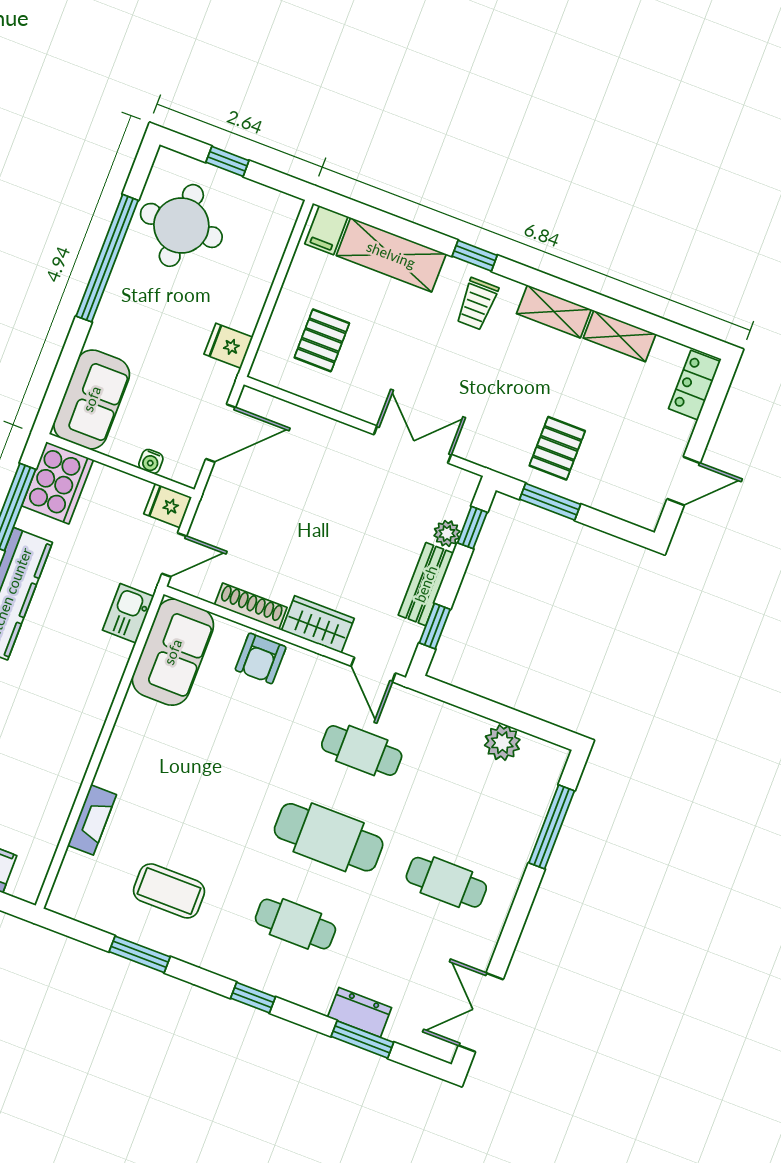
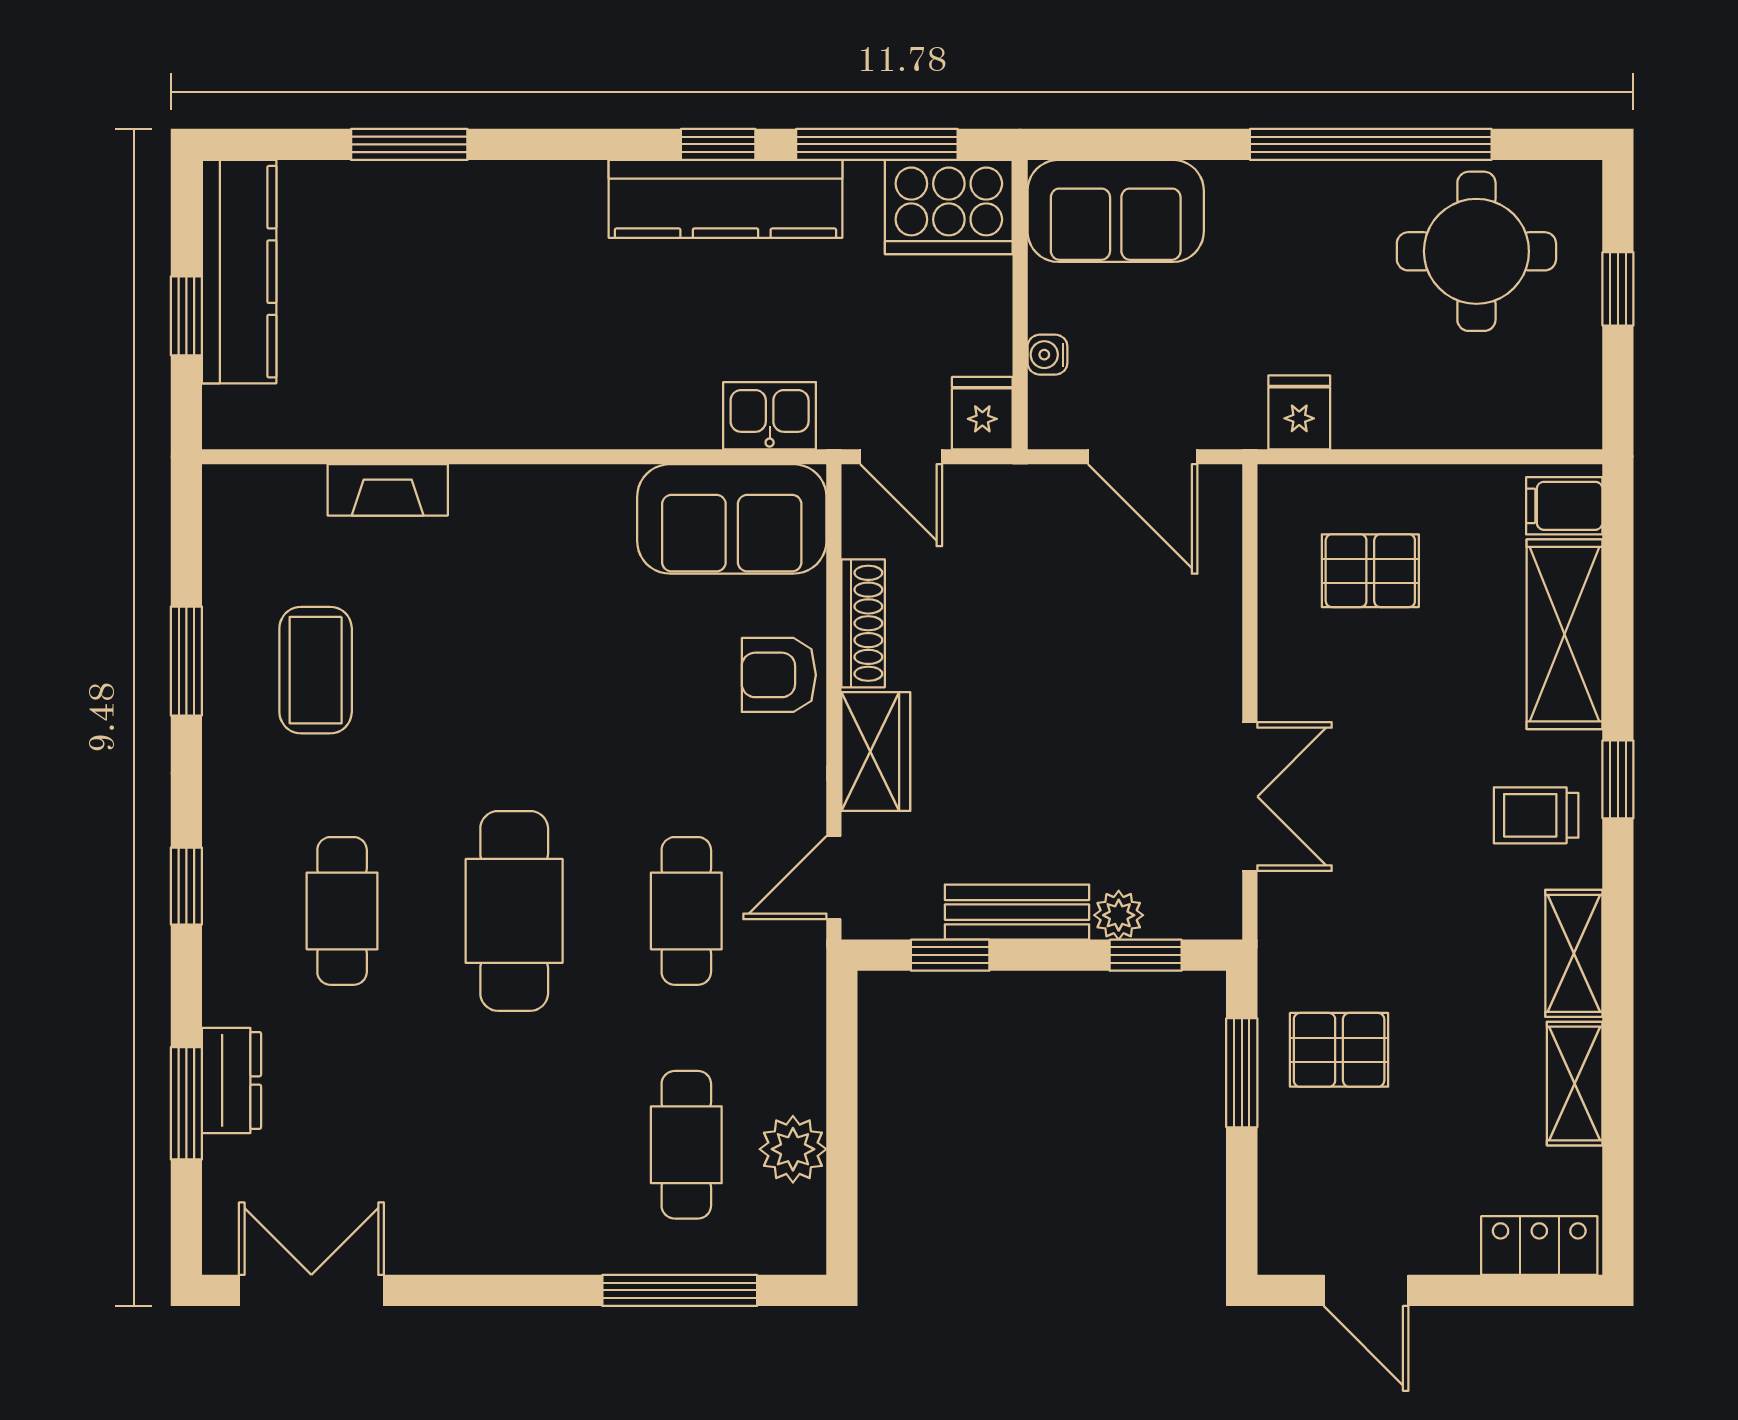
cafe table: (446, 882) -> (686, 1145), moved

